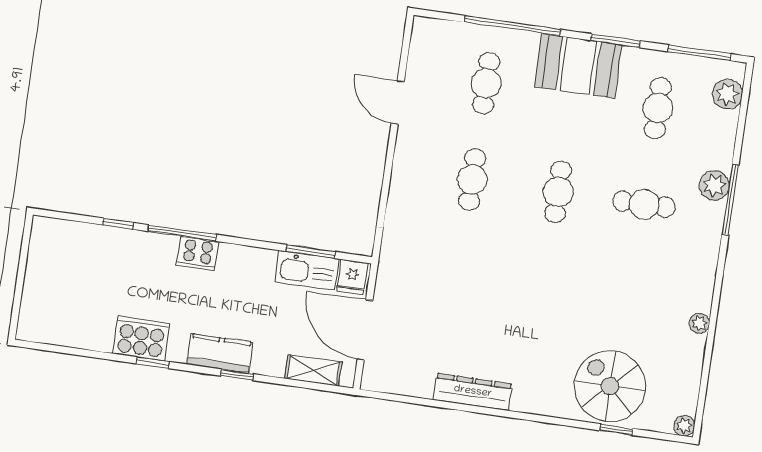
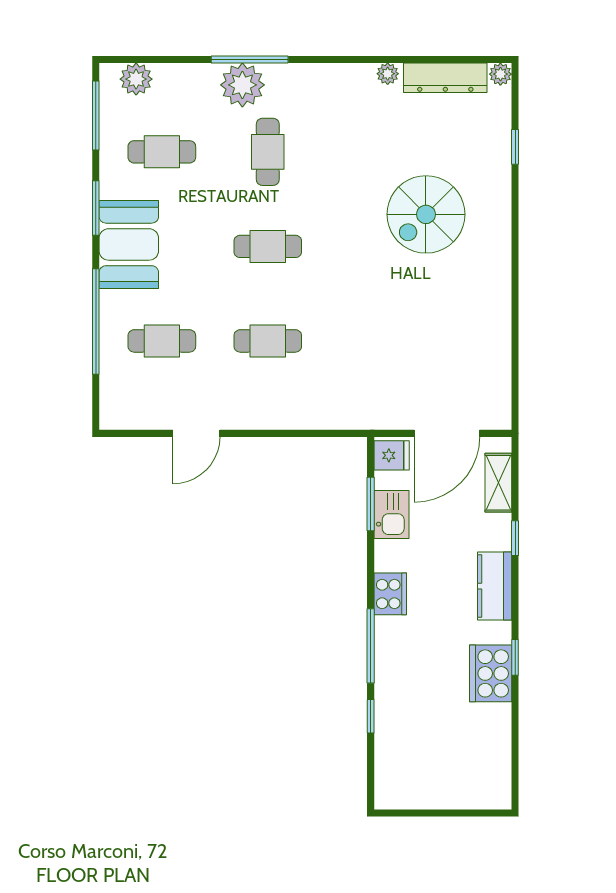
plant: (714, 185) -> (242, 85), width x1.36, depth x1.36
cooker: (198, 253) -> (390, 594), moved
kitchen sink: (307, 270) -> (391, 515), width x0.73
window: (237, 375) -> (515, 538), moved
spiral stairs: (610, 386) -> (426, 214), moved
dresser: (473, 392) -> (445, 78), moved, turned -90

